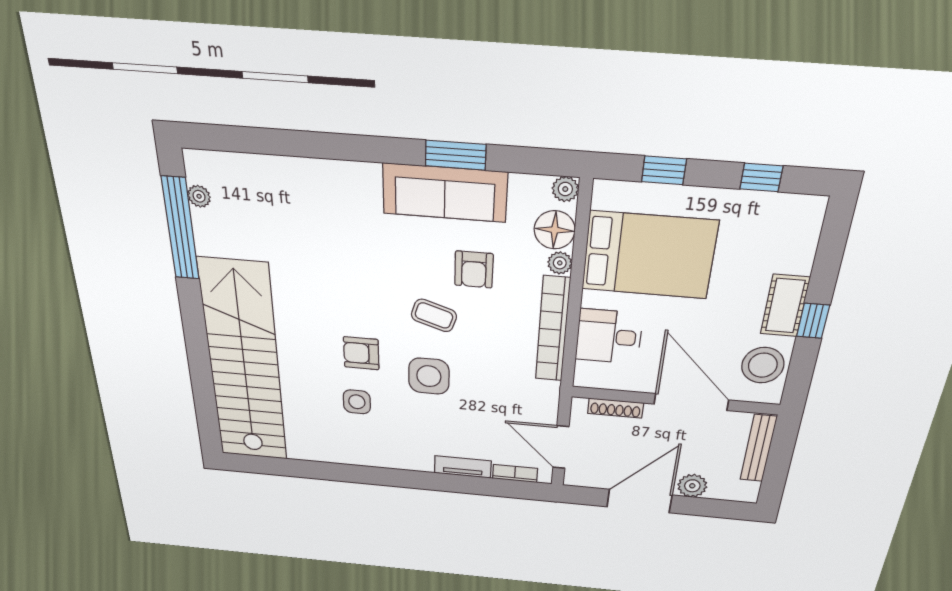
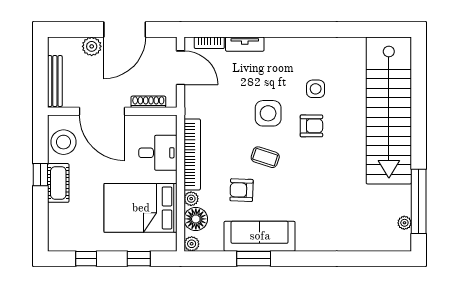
armchair: (474, 270) -> (242, 190), turned -88

